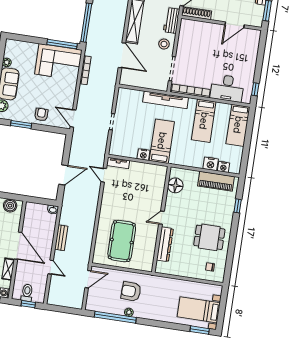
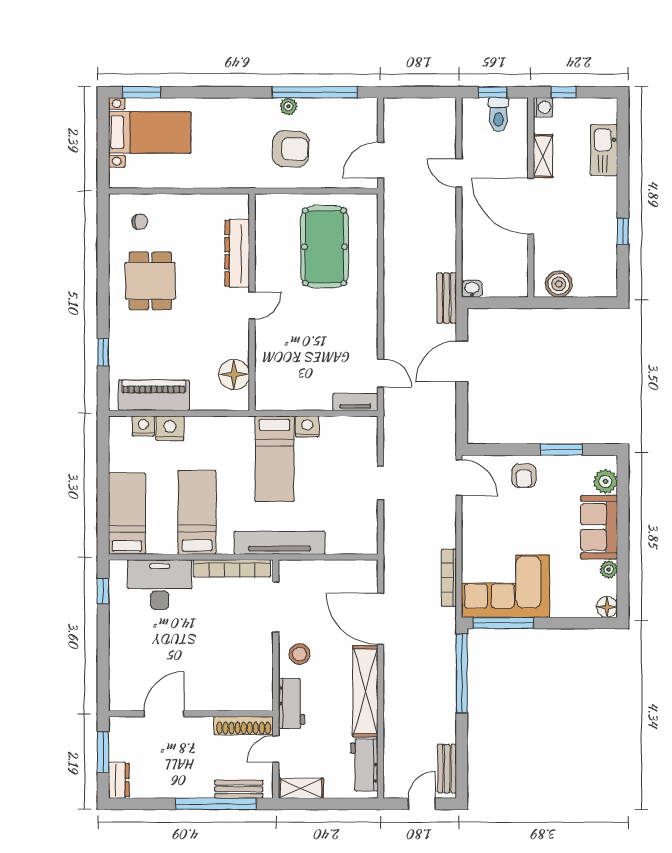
floor lamp: (10, 44) -> (607, 607), added
dining table: (209, 237) -> (150, 281), turned 90
bench: (61, 238) -> (447, 298), moved

